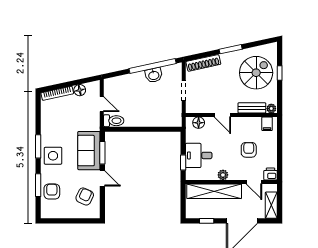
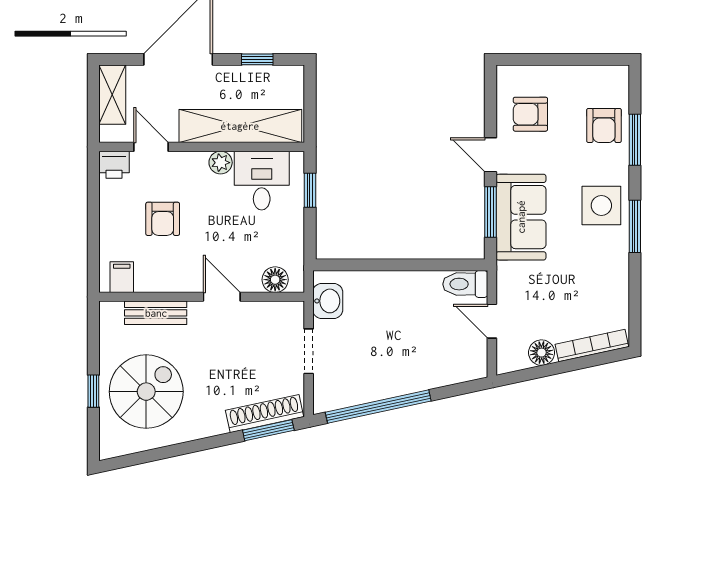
window: (231, 49) -> (268, 430), moved
spiral stairs: (256, 73) -> (146, 392), turned 180
washbasin: (154, 75) -> (328, 301), moved, turned 102
plant: (271, 109) -> (112, 311), removed
desk: (199, 155) -> (262, 181), moved, turned -90
armchair: (85, 197) -> (530, 114), turned 65

